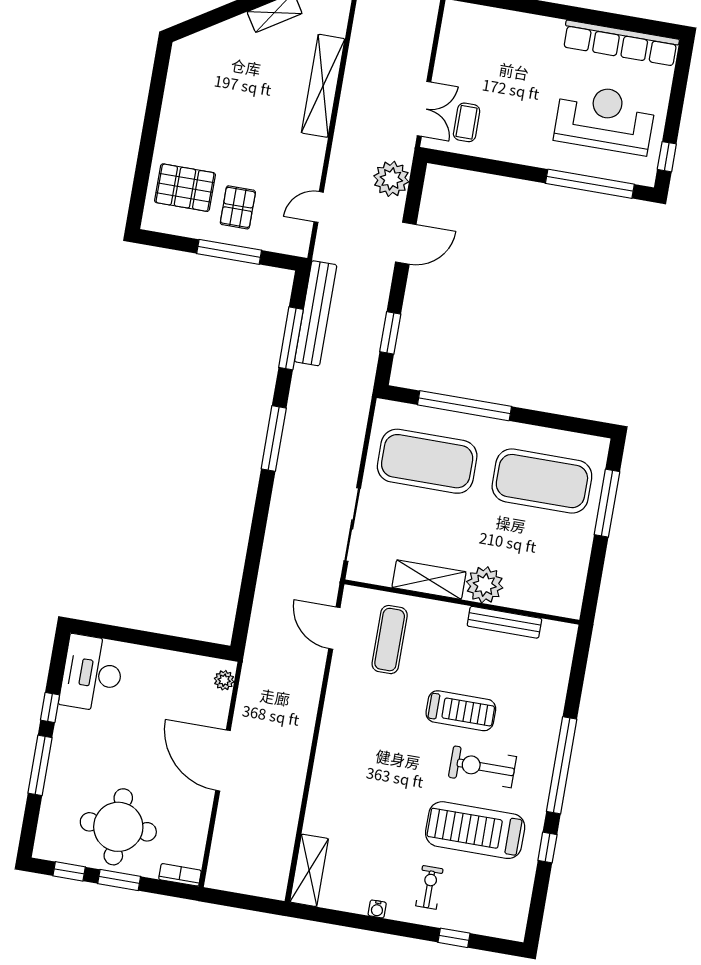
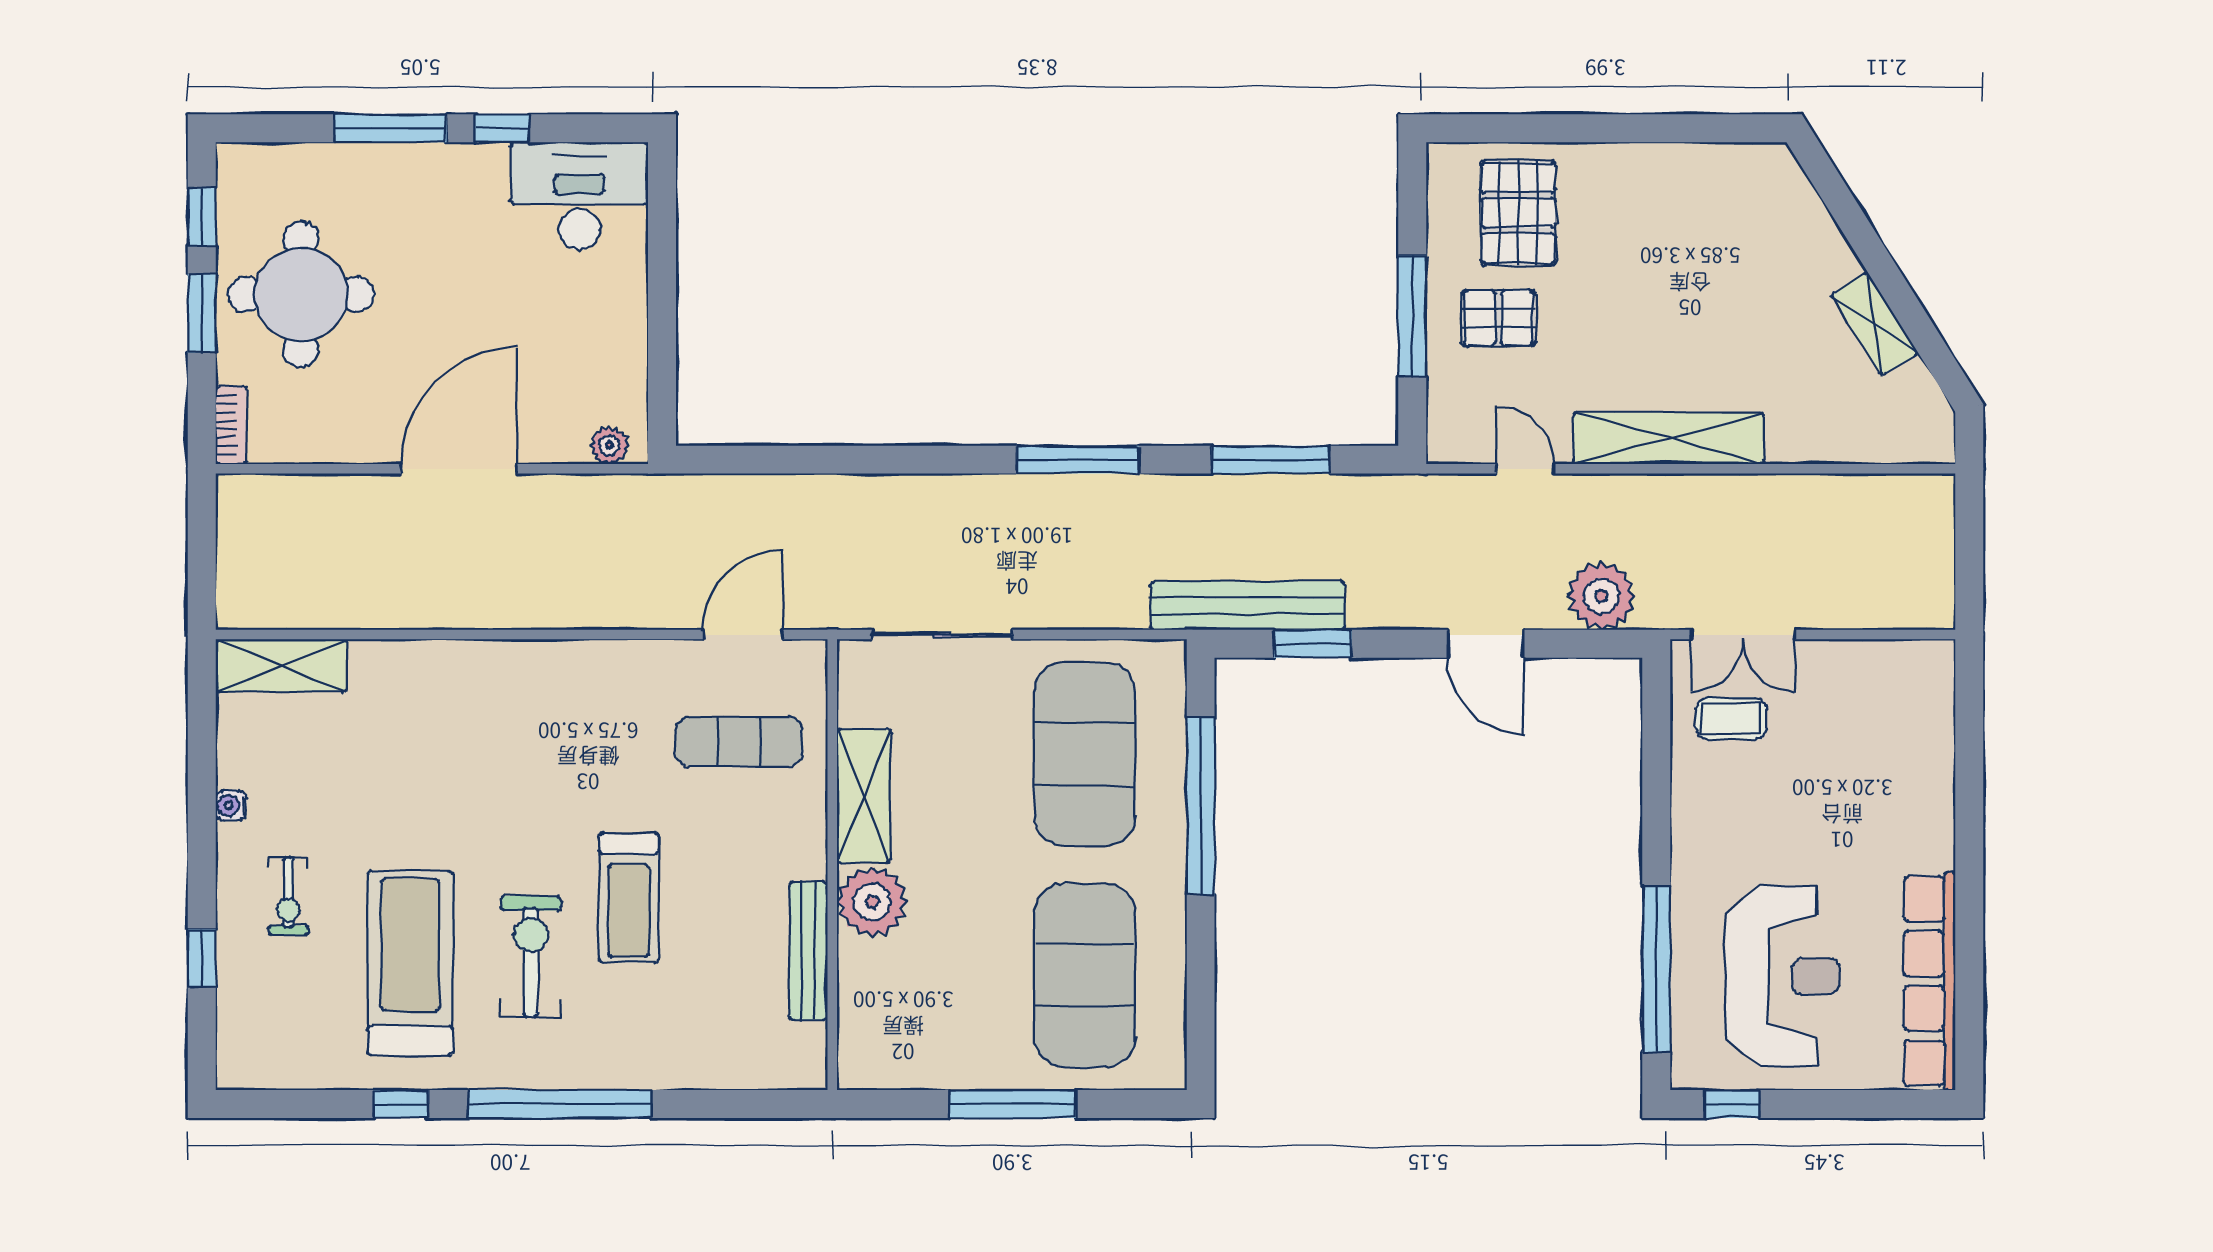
shelving: (323, 86) -> (1668, 438), moved
bench: (316, 313) -> (1248, 606), moved
window: (607, 503) -> (1012, 1104), moved
exercise bike: (429, 887) -> (288, 896), turned 90

